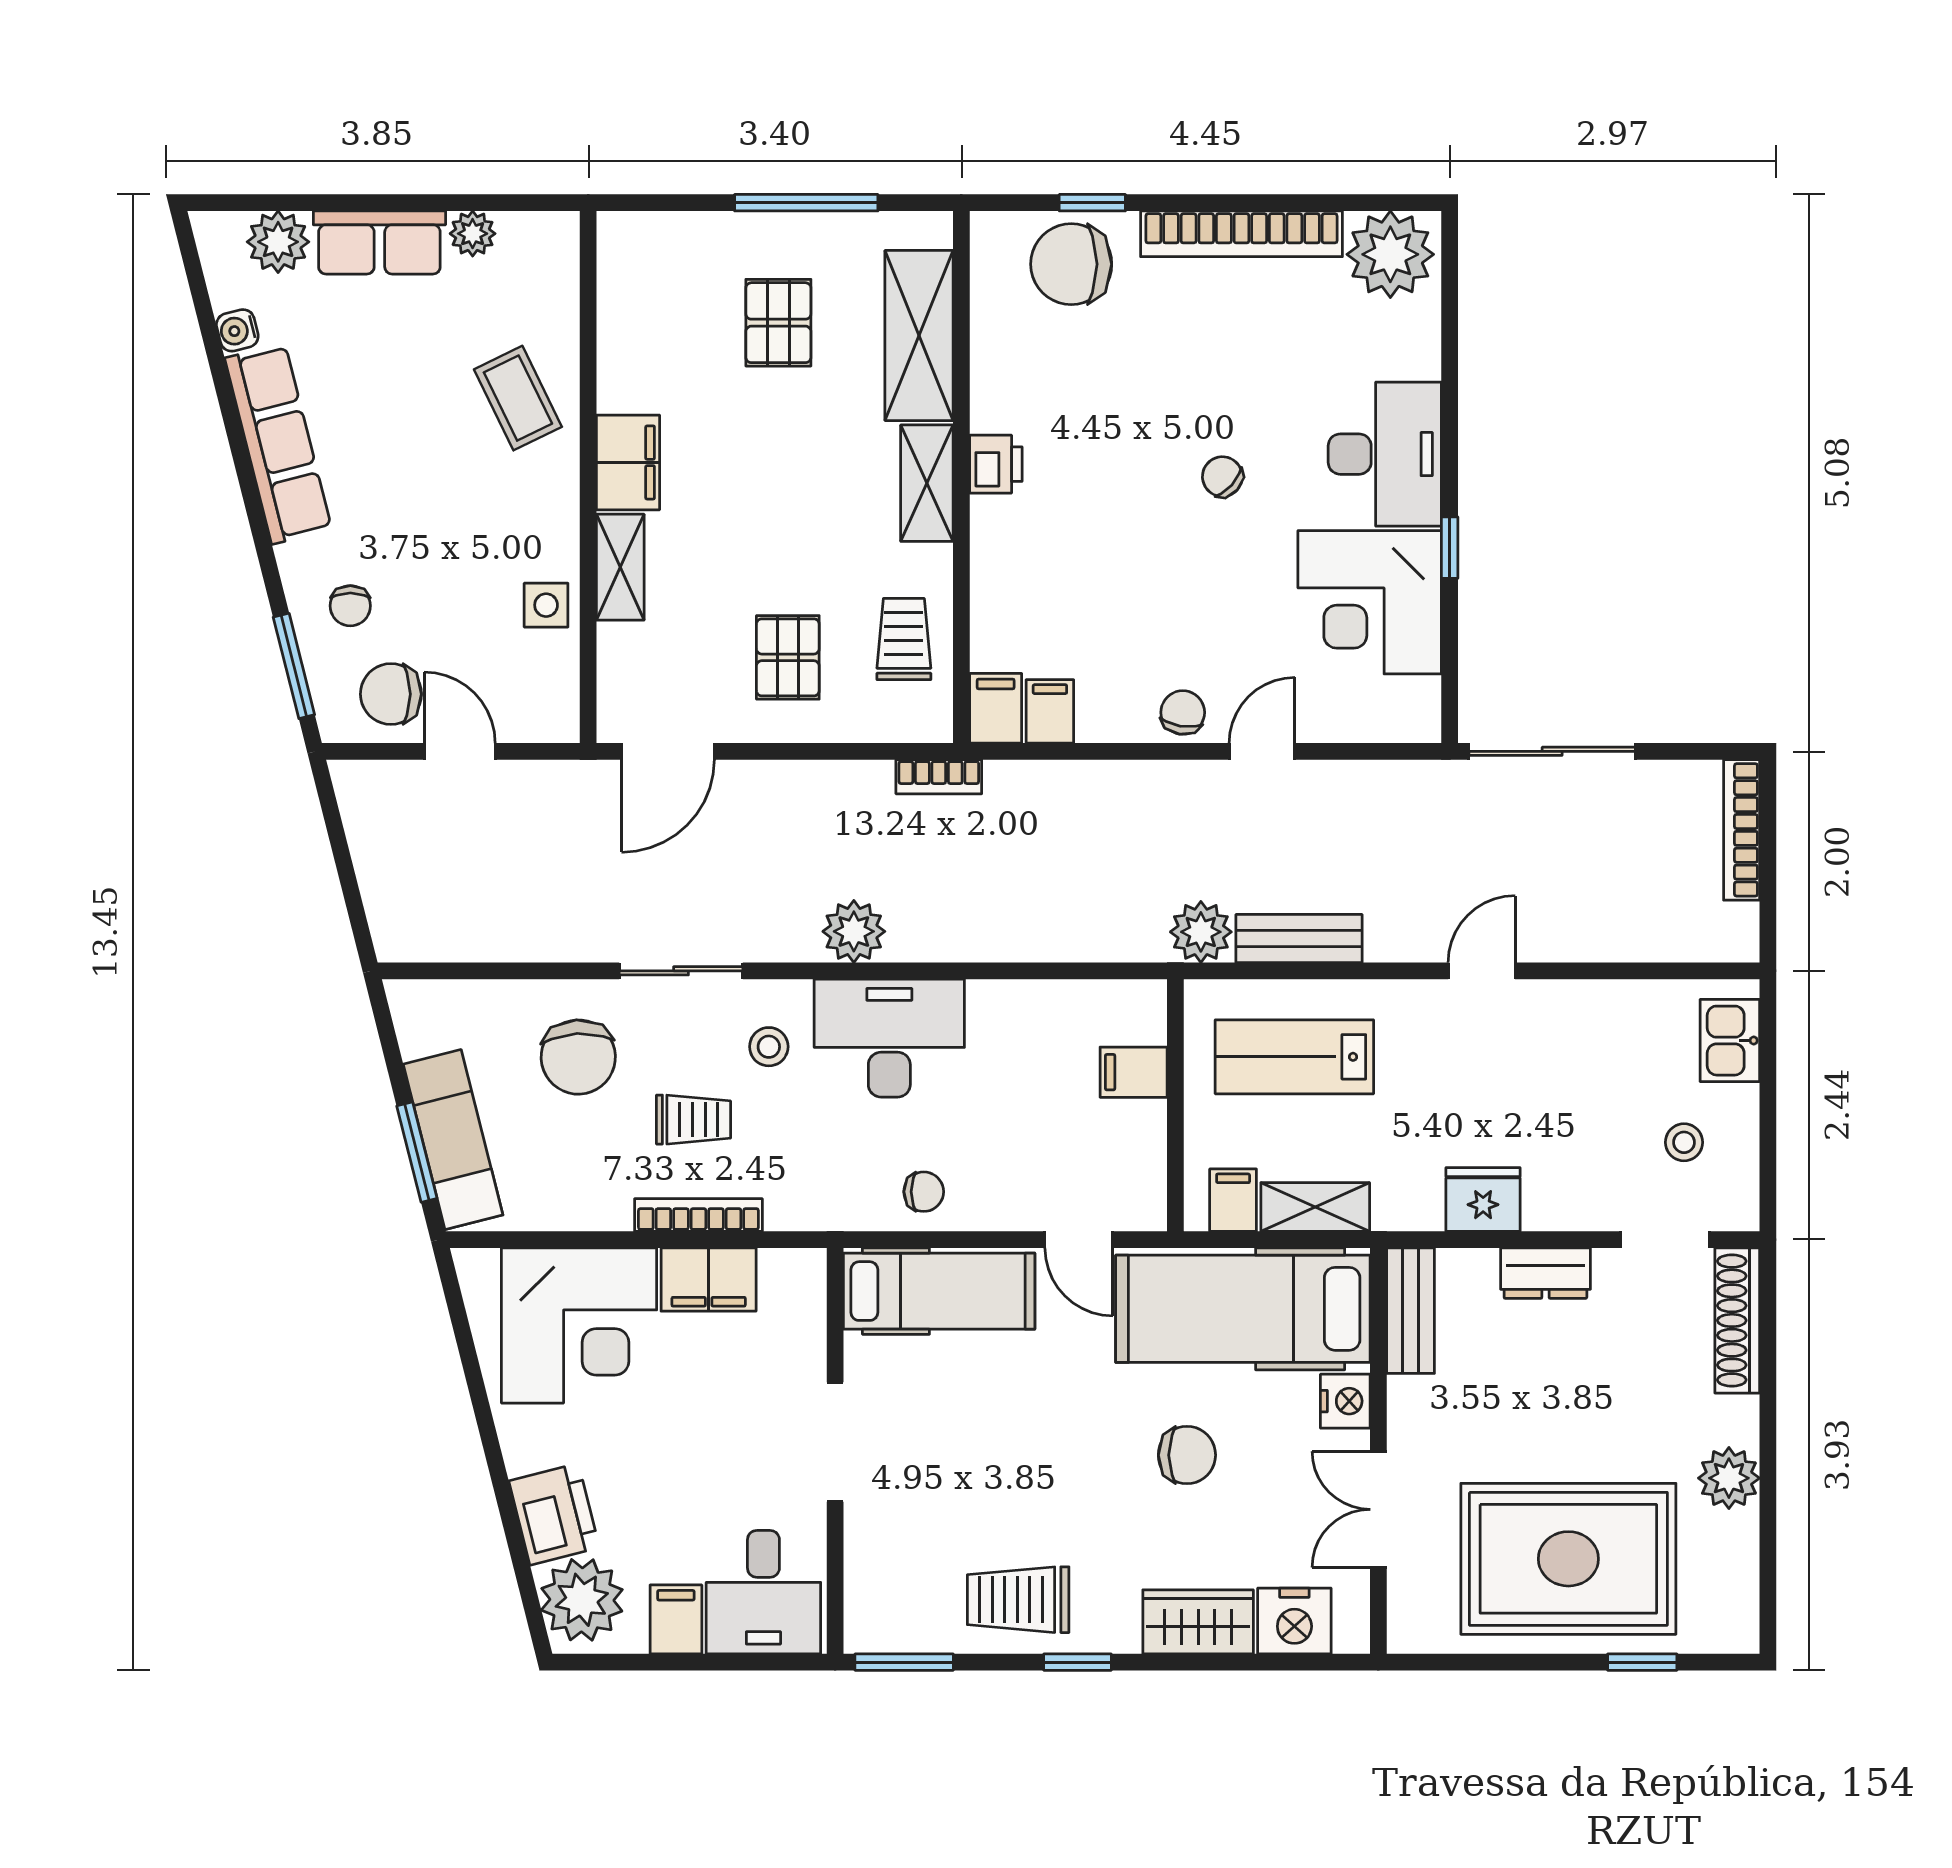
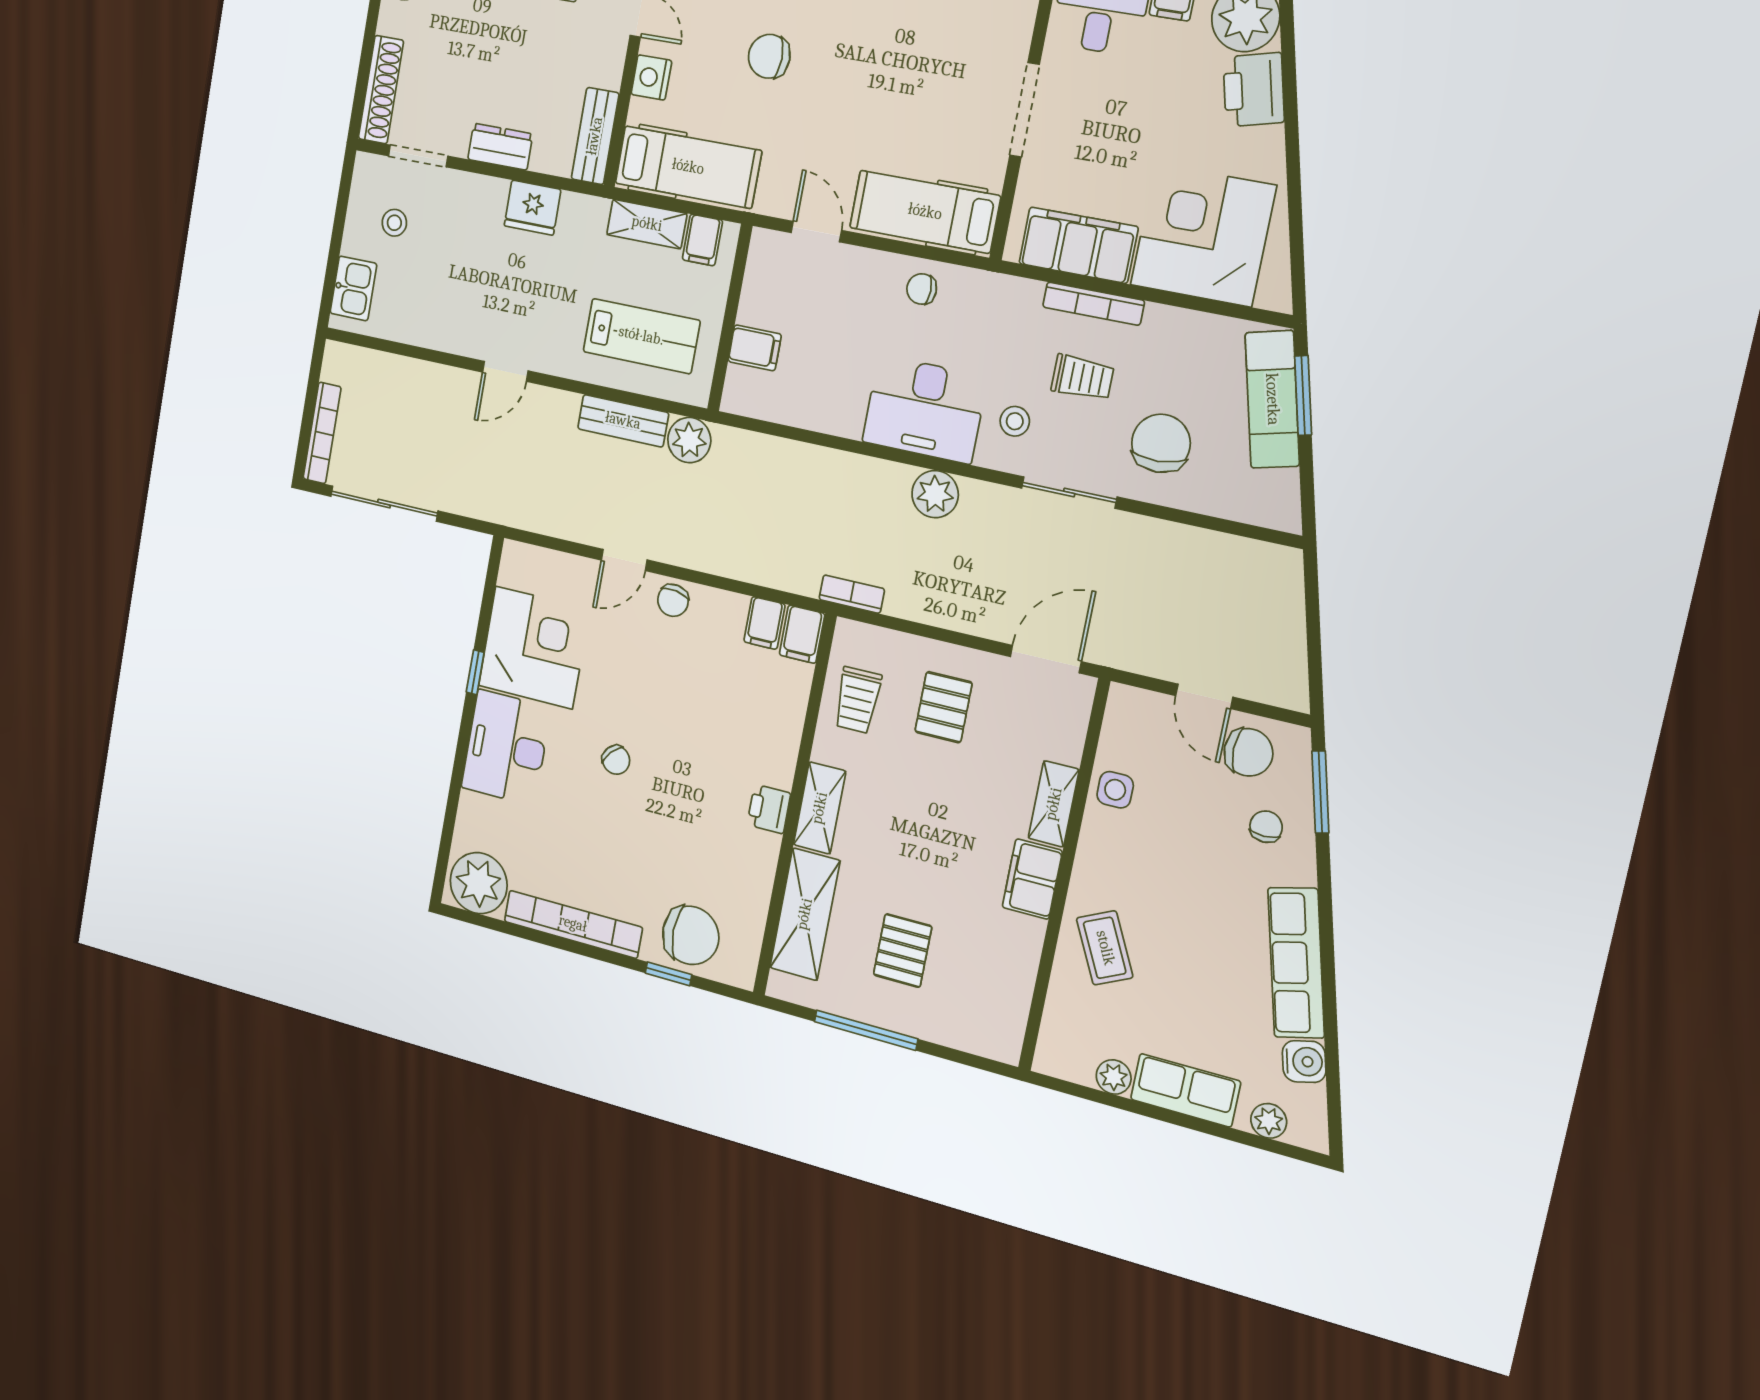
plant: (278, 242) -> (1269, 1121), width x0.73, depth x0.73
water cooler: (237, 330) -> (1304, 1062), width x1.38, depth x1.38
sliding door: (1552, 751) -> (384, 504), moved
trolley: (694, 1120) -> (1082, 378), turned 180
filing cabinet: (709, 1280) -> (1078, 245), width x1.50, depth x1.17
hospital bed: (1243, 1309) -> (688, 167), width x0.73, depth x0.78

